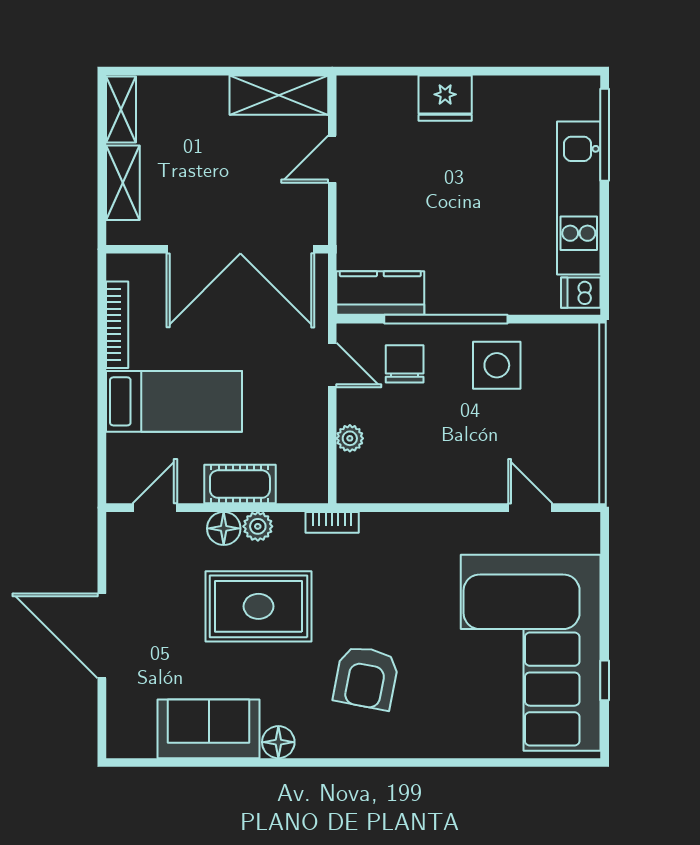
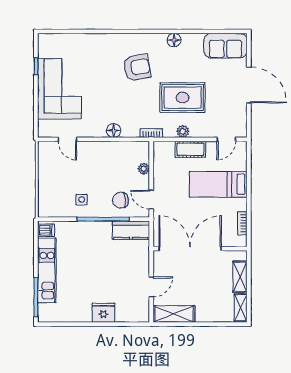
bookcase: (117, 325) -> (242, 223), width x0.64
chair: (405, 364) -> (121, 200), turned 86
side table: (497, 365) -> (82, 200), width x0.54, depth x0.54
floor lamp: (224, 528) -> (114, 130), moved
corner sofa: (531, 653) -> (59, 89), width x0.73, depth x0.74
armchair: (366, 678) -> (137, 67), turned 69
sofa: (209, 729) -> (225, 46), moved

